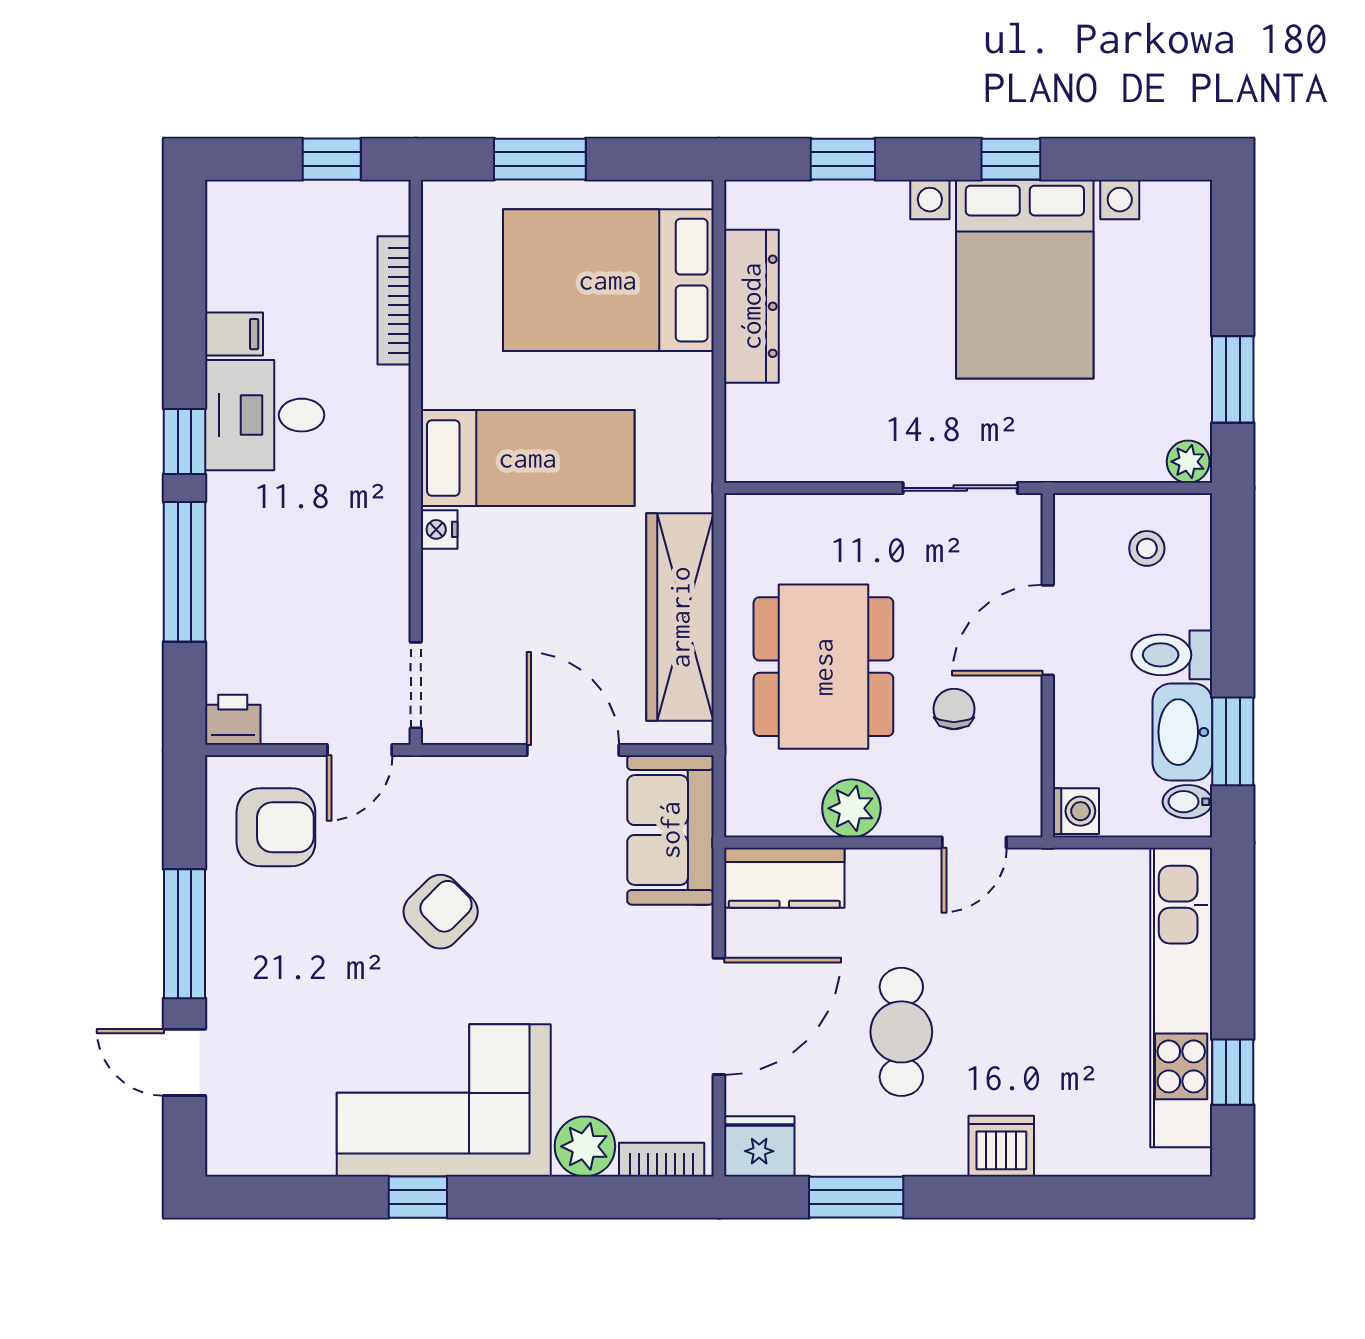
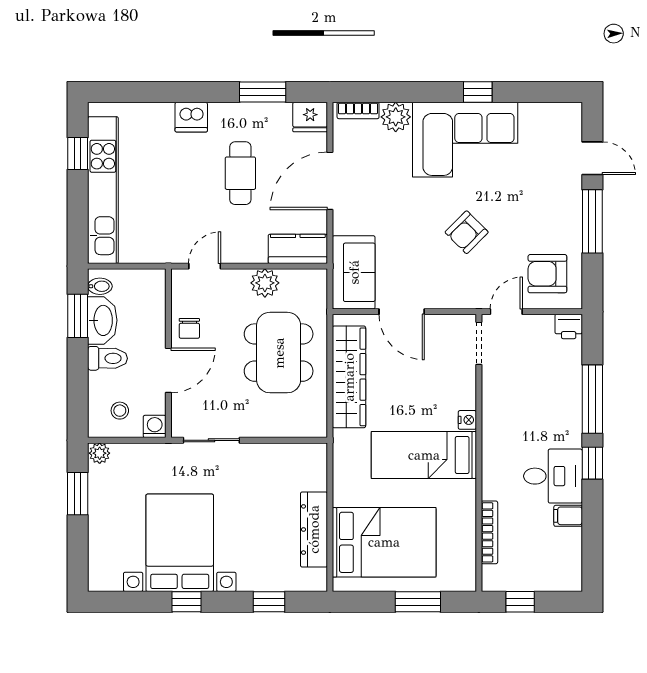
chair: (954, 709) -> (189, 328), moved
washing machine: (1076, 811) -> (155, 426), moved, turned 90

